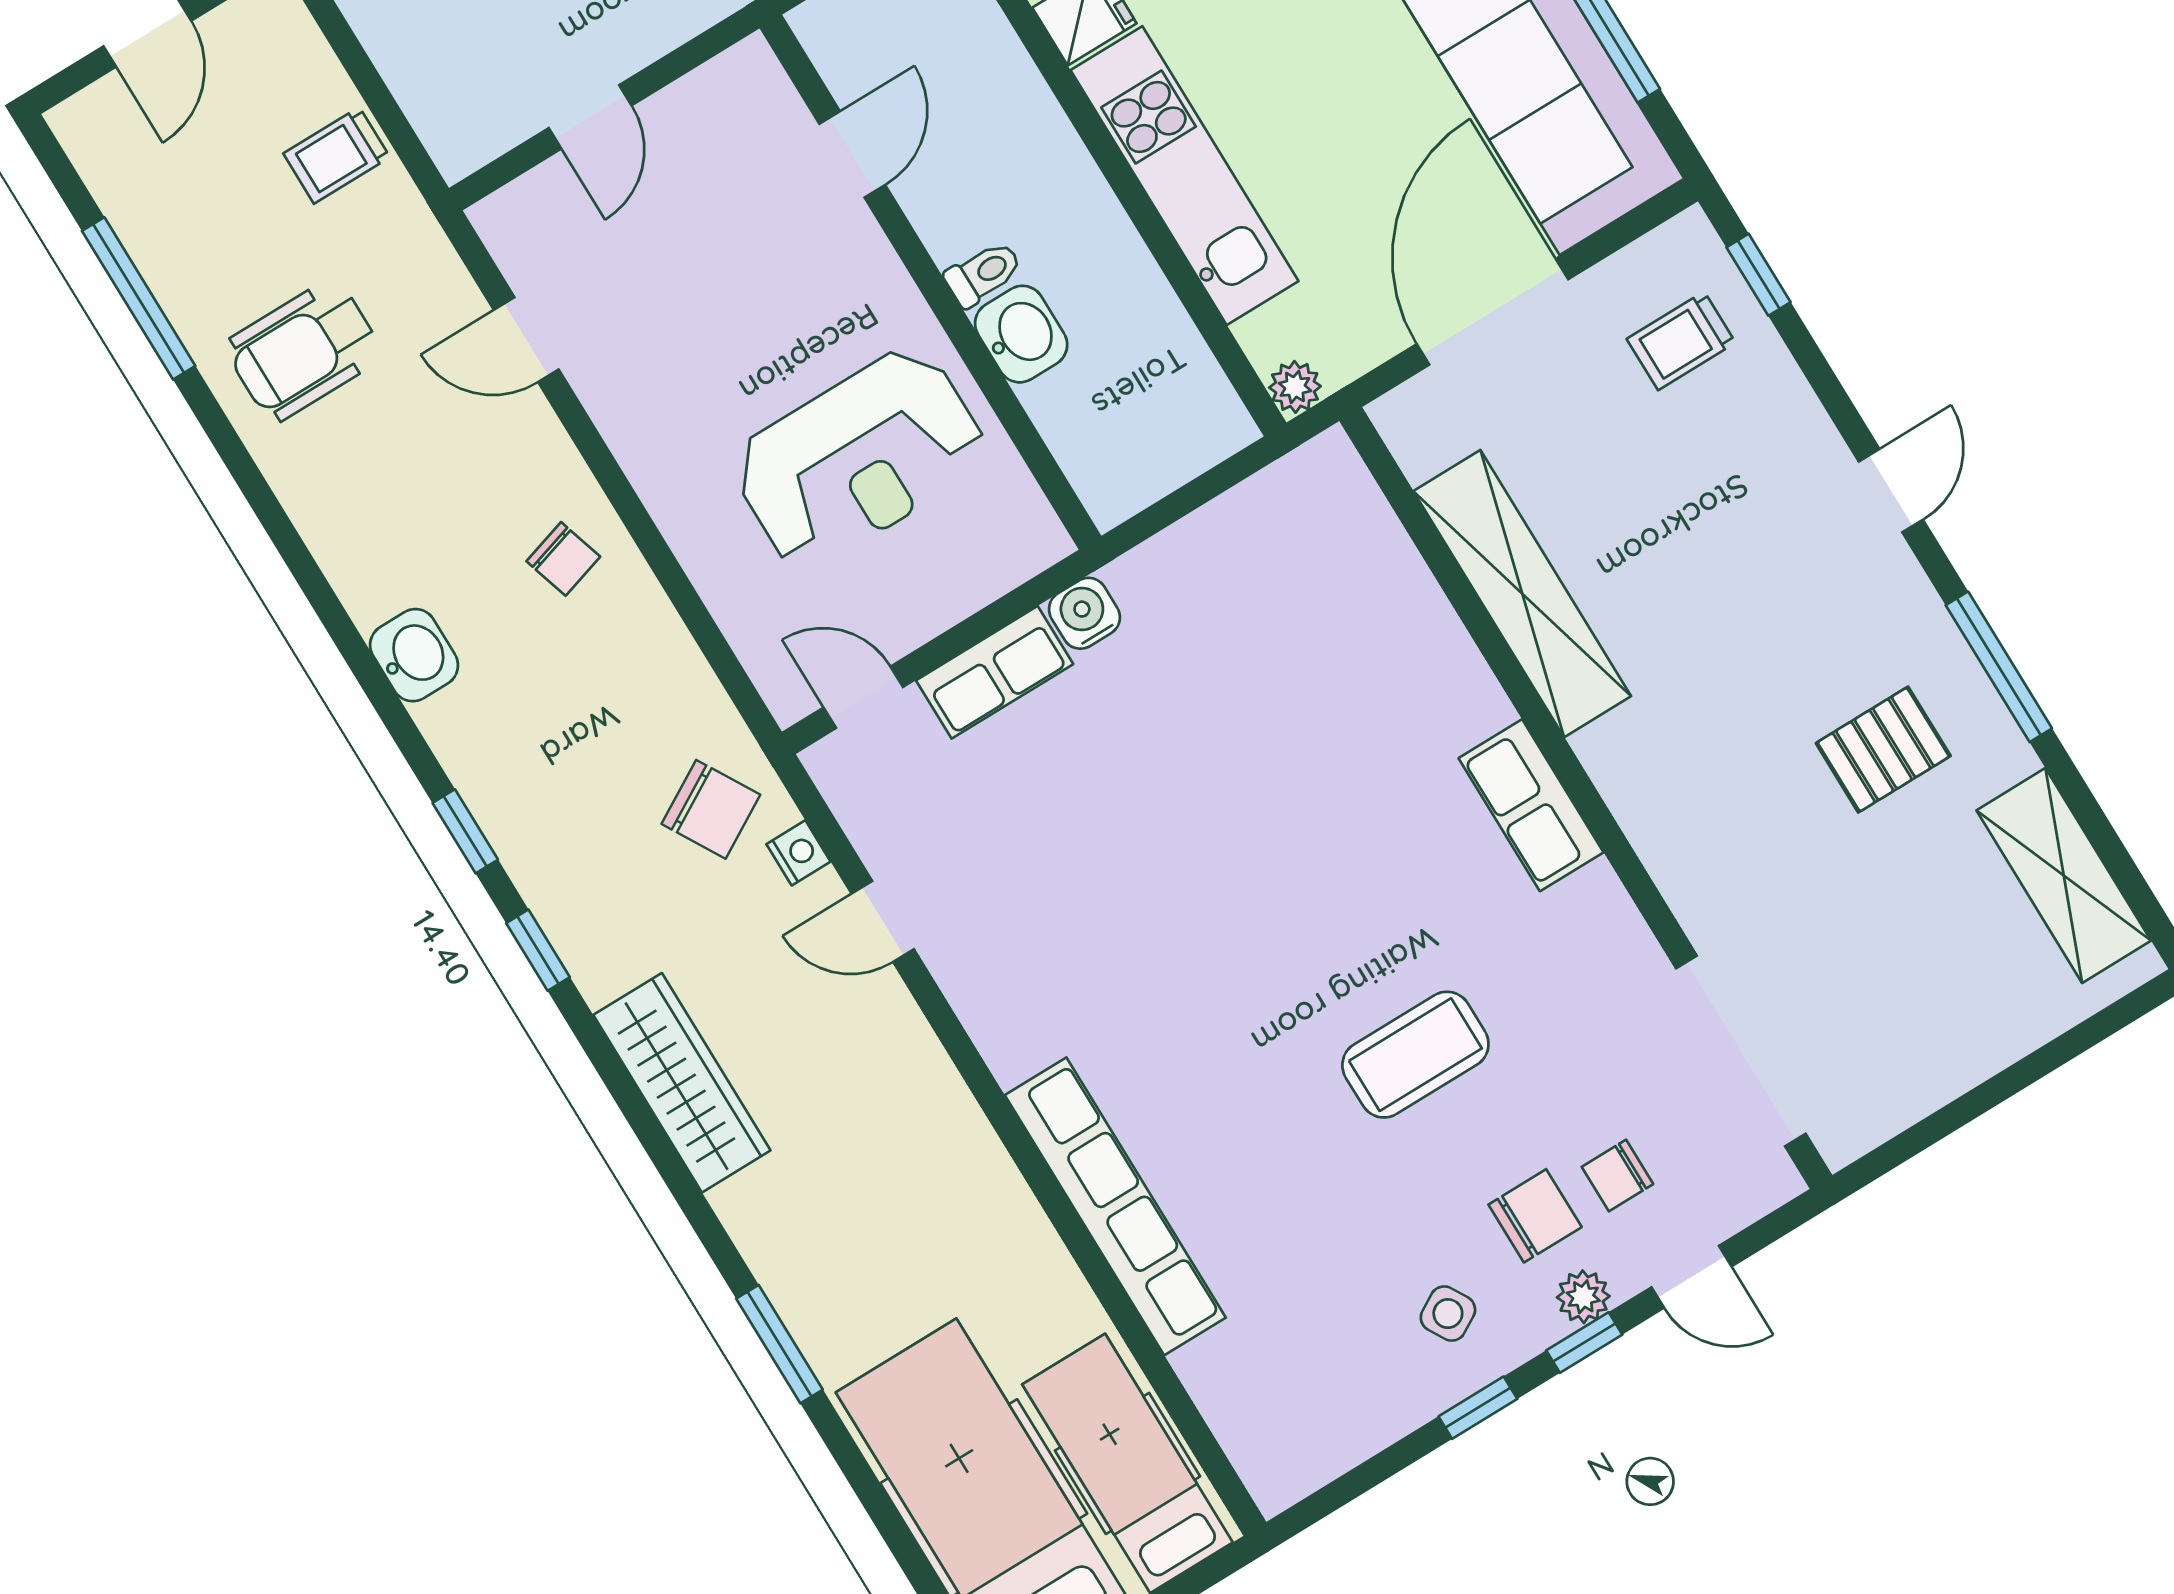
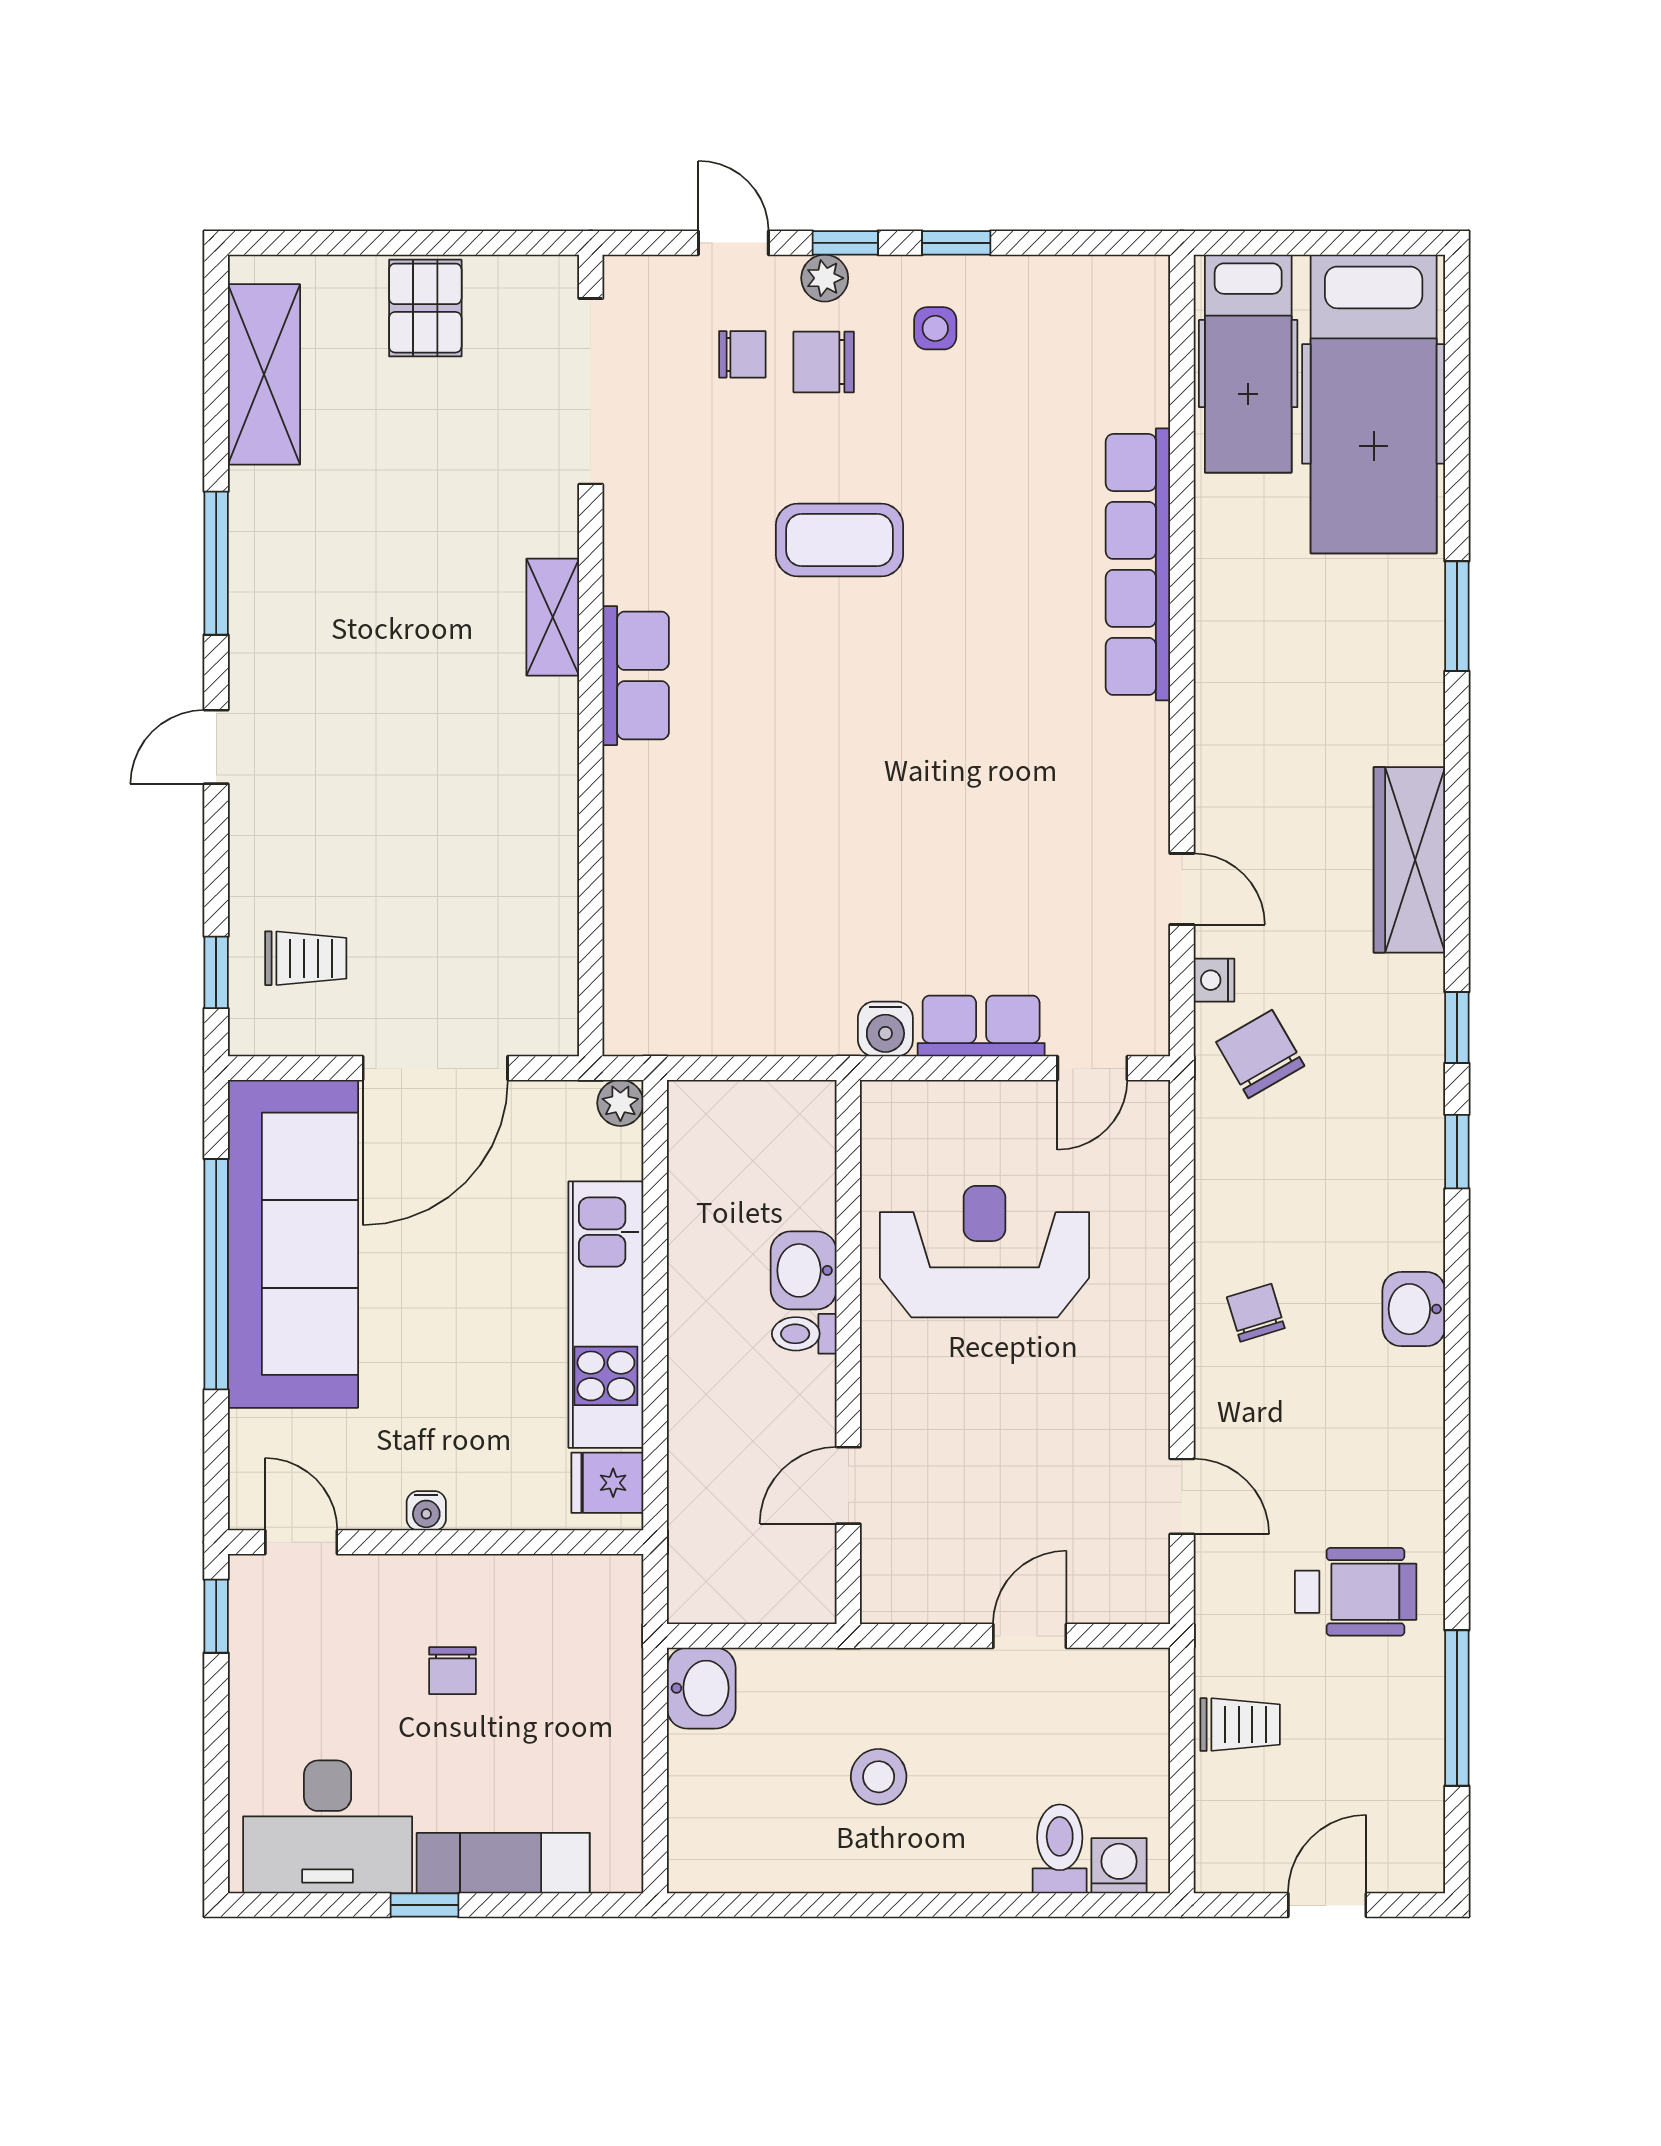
shelving: (1522, 594) -> (553, 617), moved, width x0.45, depth x0.75
door: (863, 697) -> (1092, 1068), hinge flipped
pallet: (1883, 750) -> (425, 308), moved, turned 90
side table: (1448, 1314) -> (935, 328), turned 30

